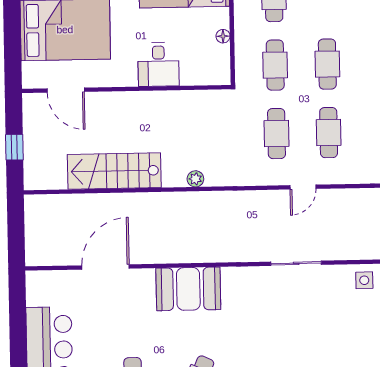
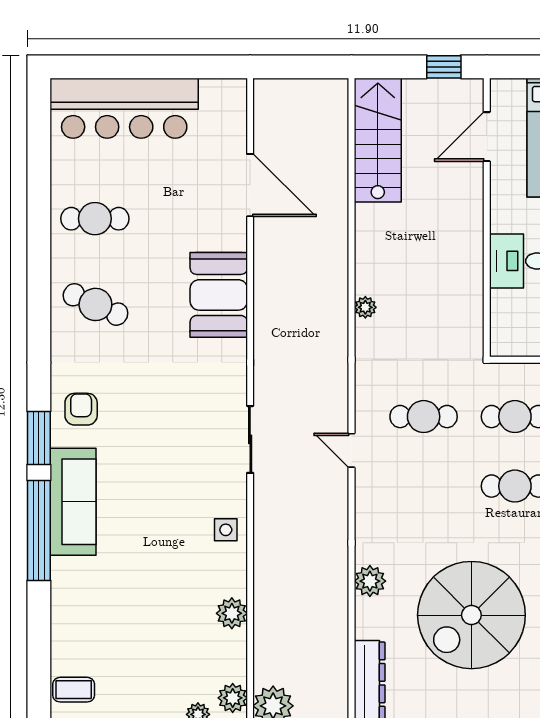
cafe table: (329, 133) -> (424, 486), removed
window: (14, 147) -> (444, 67), moved
stairs: (114, 171) -> (378, 140), moved

